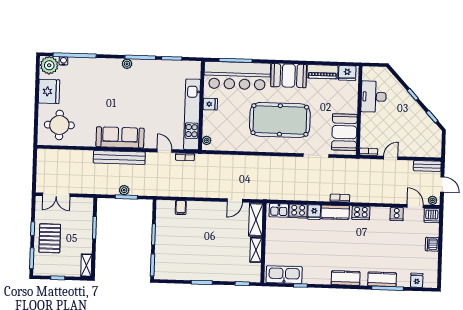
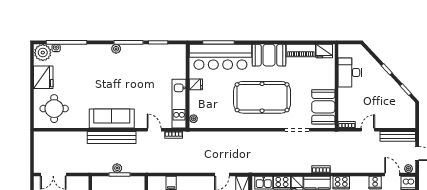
kitchen unit: (192, 114) -> (179, 104), width x0.73
bench: (427, 166) -> (398, 136), width x1.36

